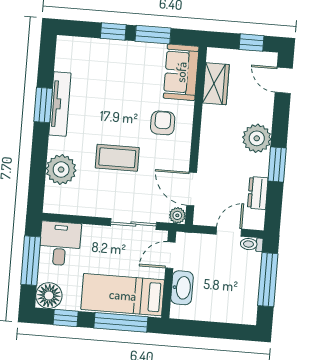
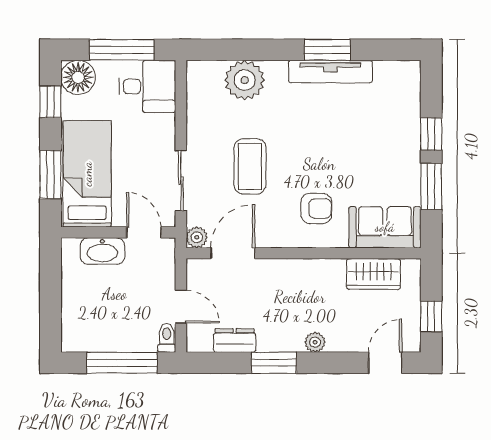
plant: (257, 138) -> (315, 342), width x0.53, depth x0.53
coffee table: (117, 158) -> (250, 166), moved
window: (121, 322) -> (50, 175), width x0.69

